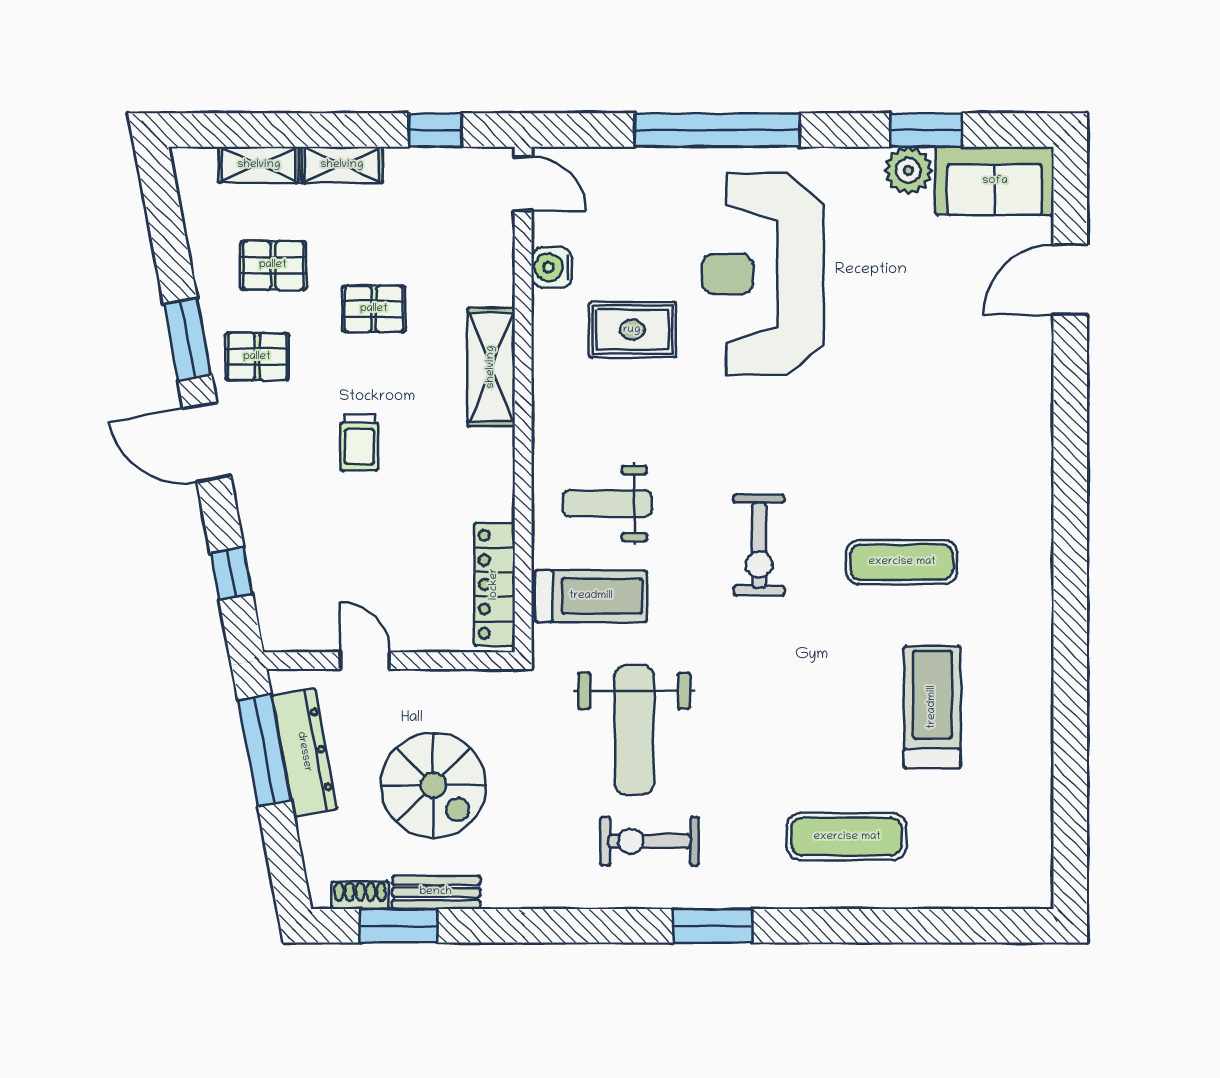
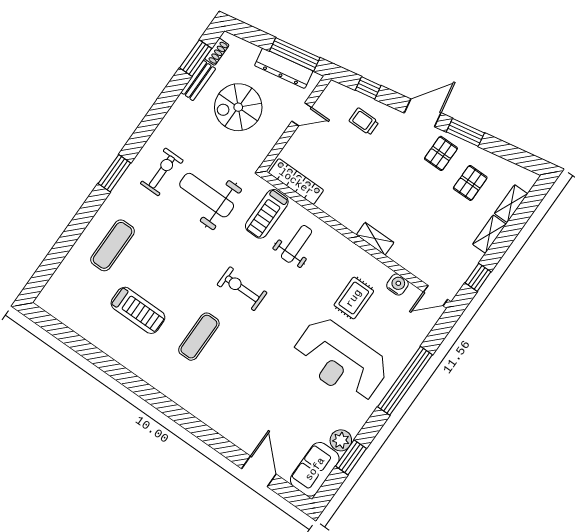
reception desk: (763, 274) -> (340, 360), turned 180
pallet: (374, 309) -> (428, 209), removed
shelving: (491, 367) -> (375, 239), width x0.67, depth x0.75
trolley: (359, 443) -> (364, 121), moved

